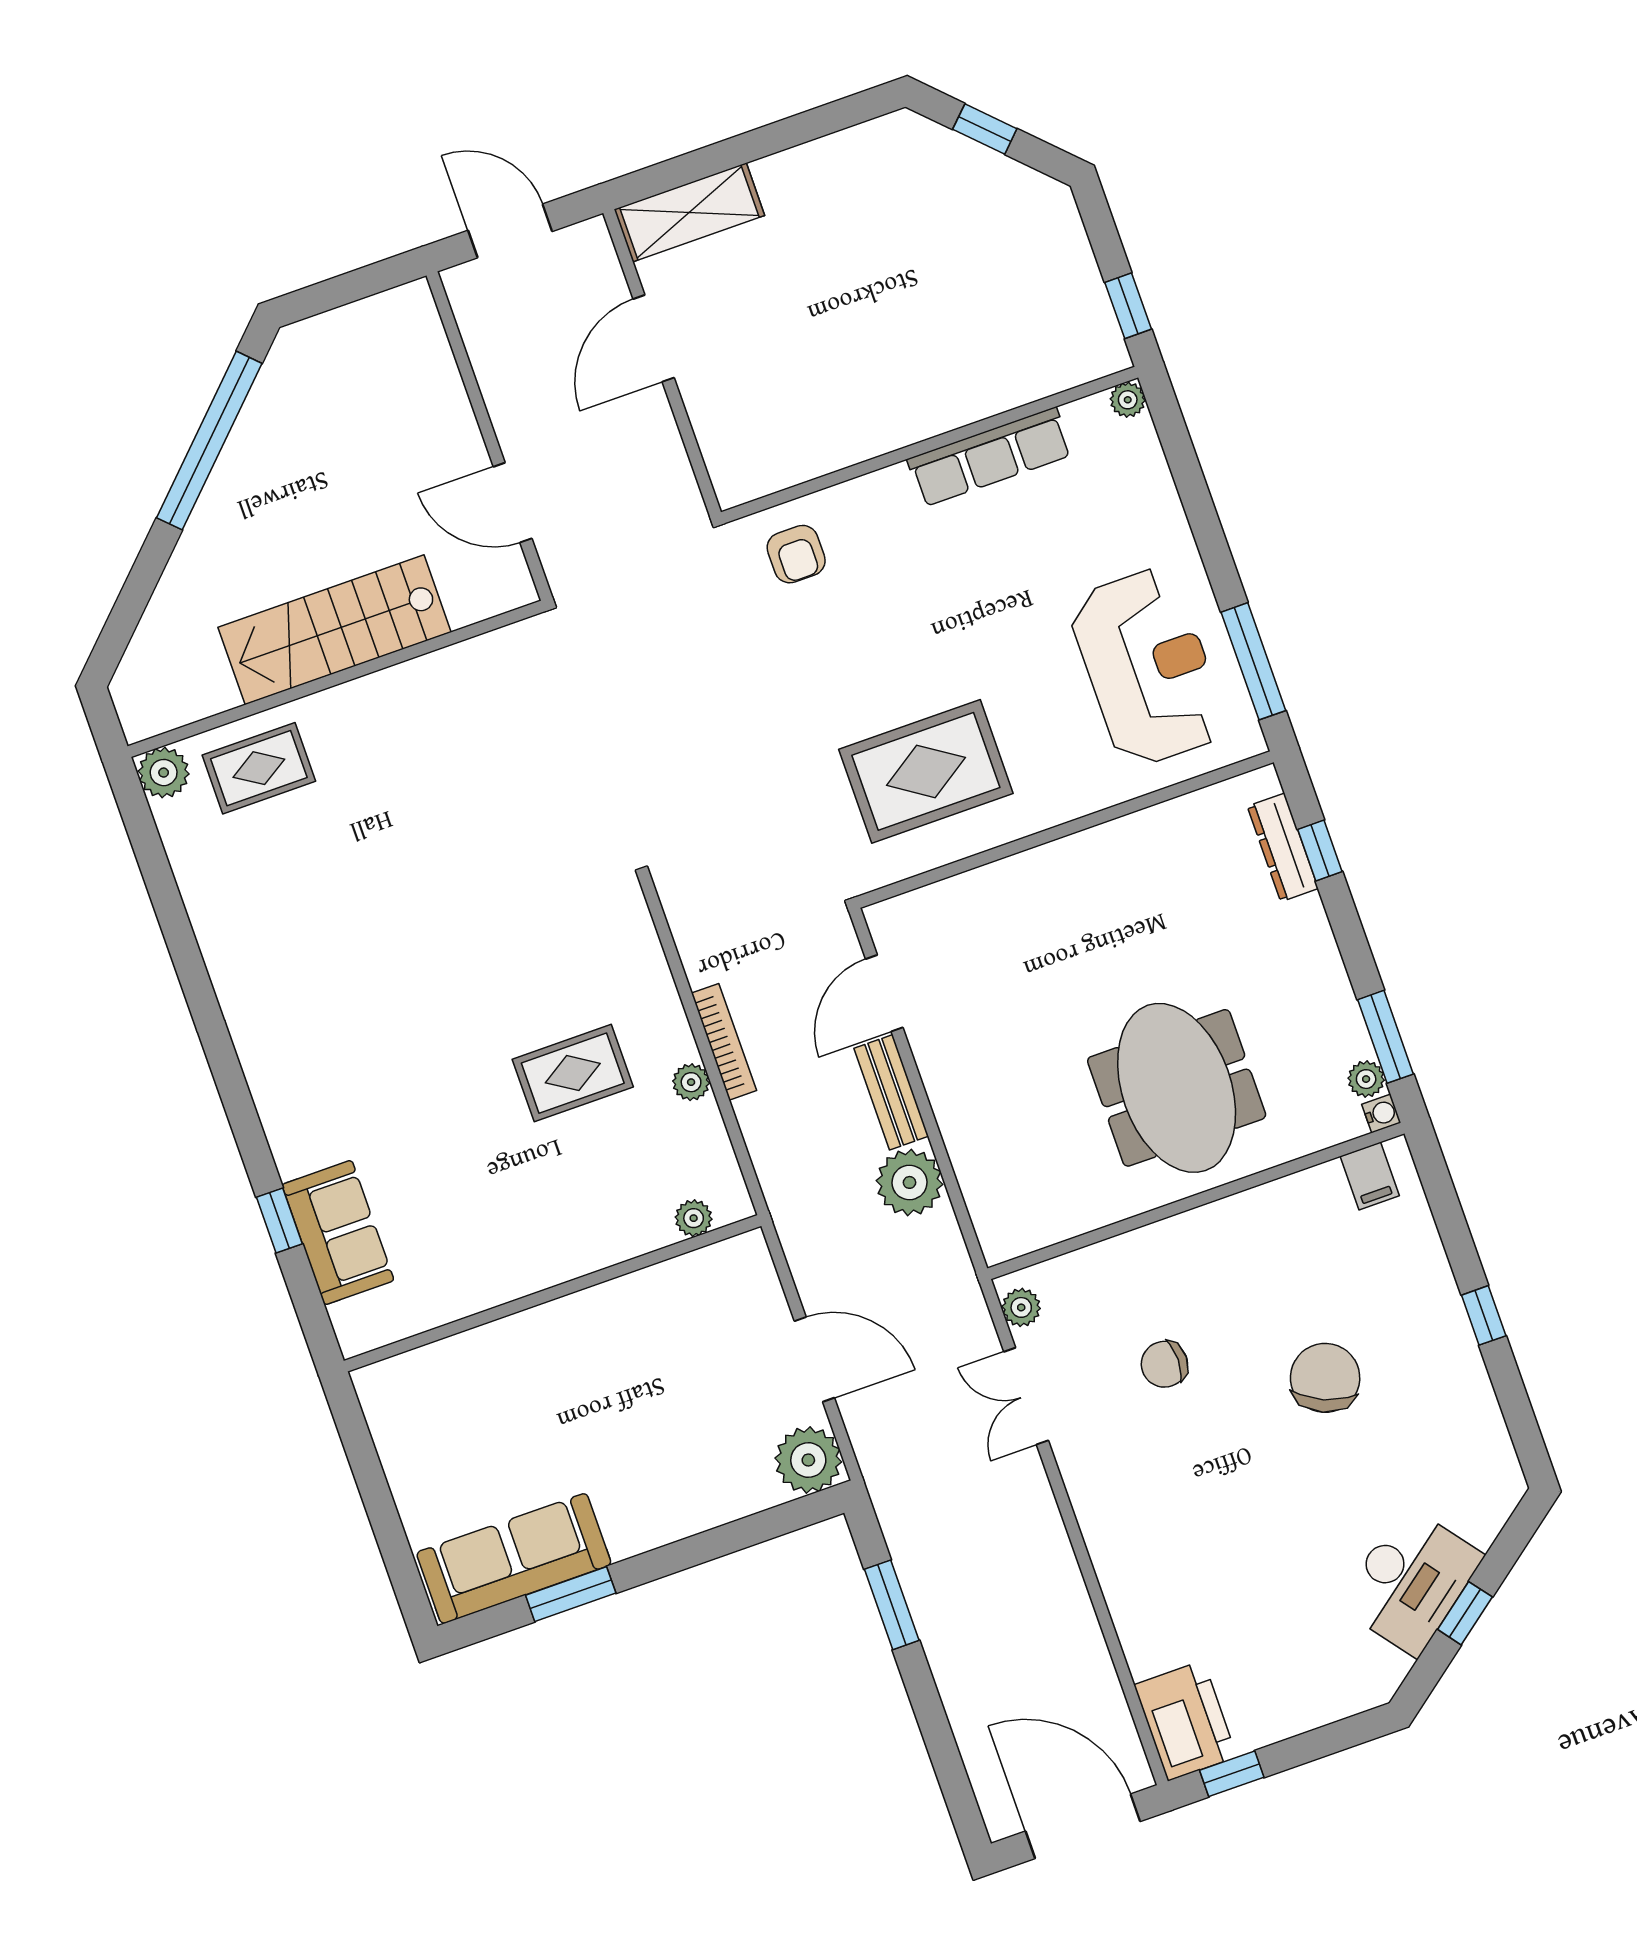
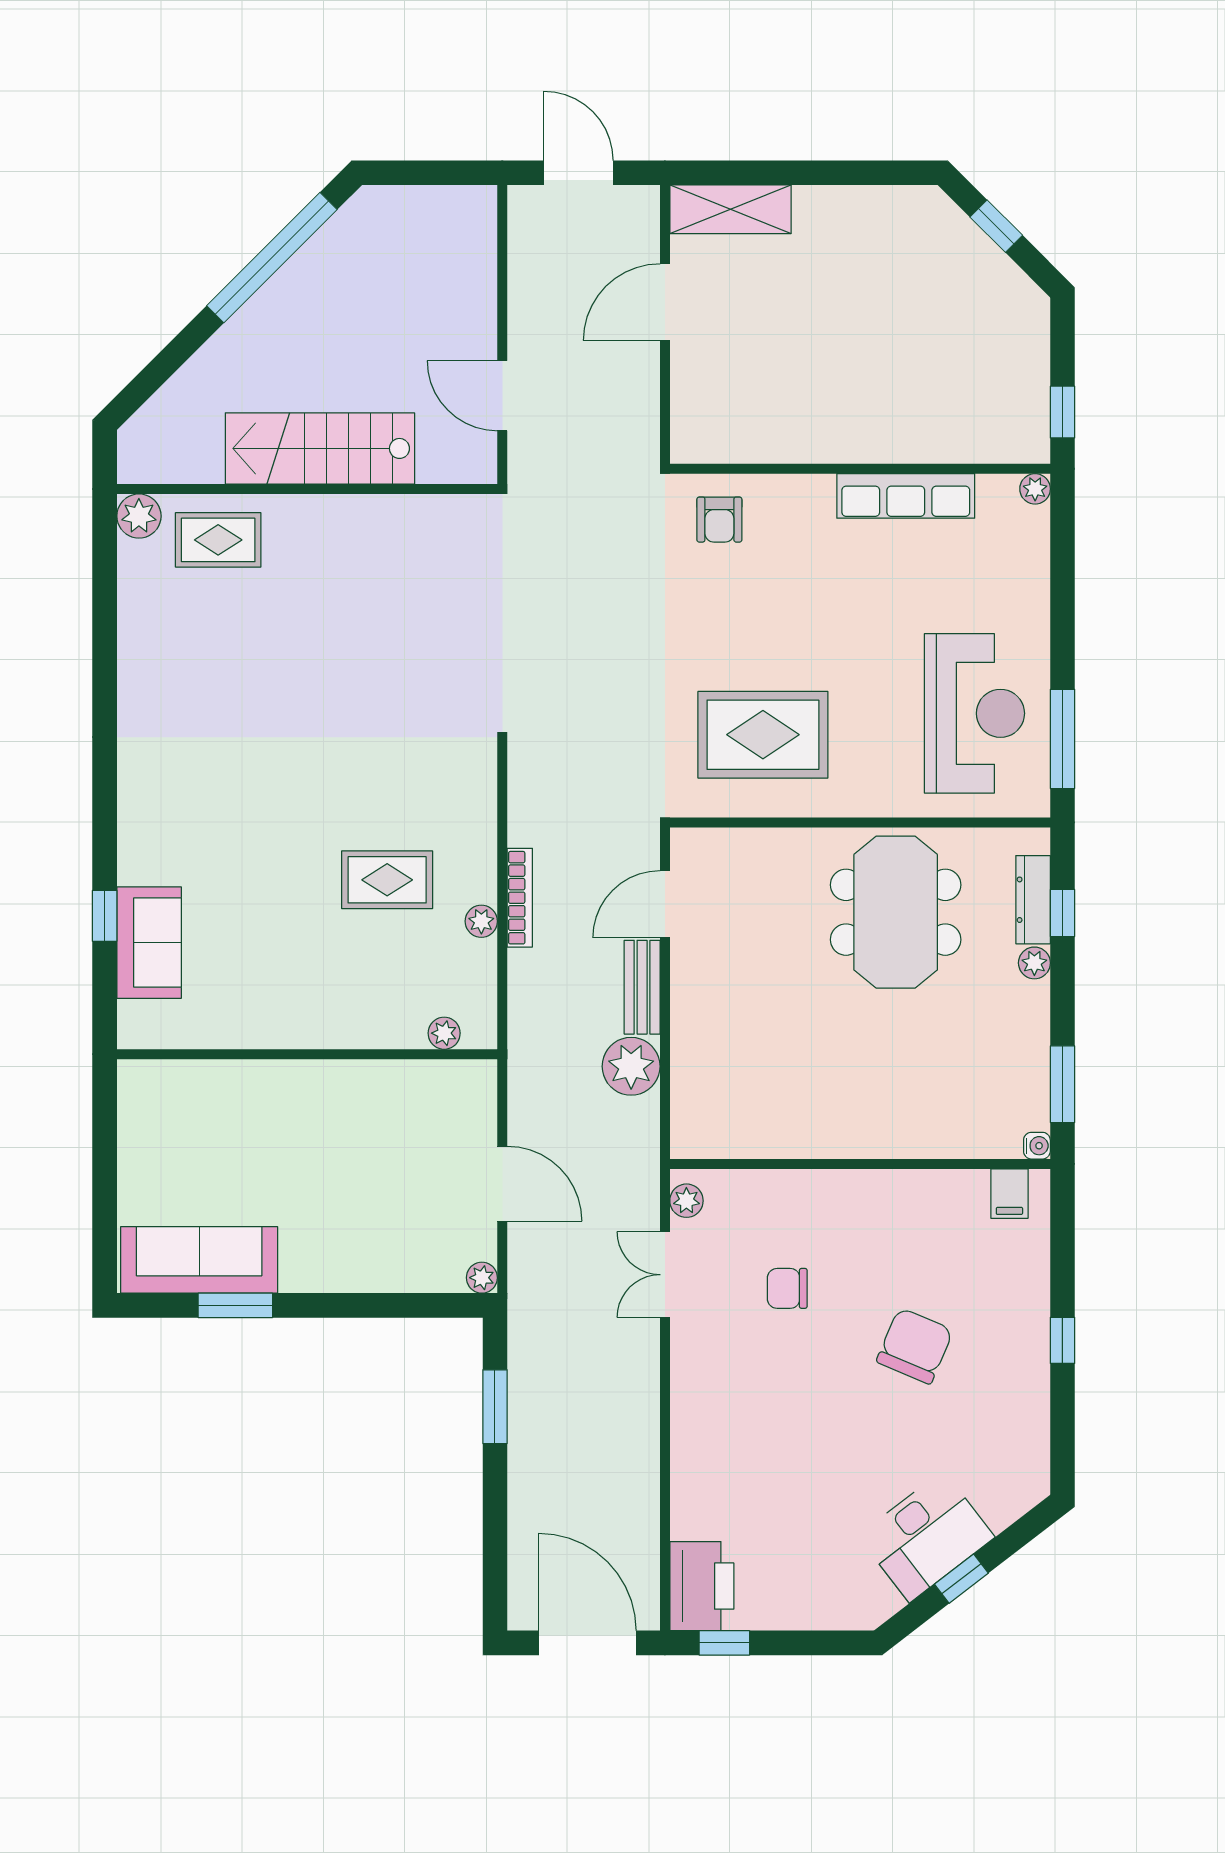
plant: (1366, 1079) -> (1034, 963), moved
meeting table: (1177, 1088) -> (896, 912), moved
plant: (808, 1460) -> (482, 1278), width x0.53, depth x0.53

